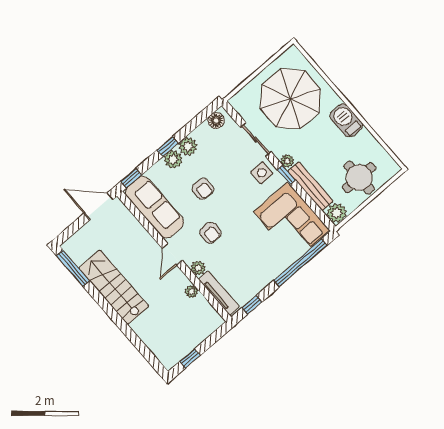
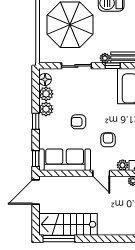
plant: (173, 159) -> (46, 94), moved
side table: (262, 173) -> (99, 79), removed
armchair: (203, 189) -> (78, 122), turned 180
armchair: (210, 233) -> (108, 140), turned -90
stairs: (114, 287) -> (68, 224), moved

